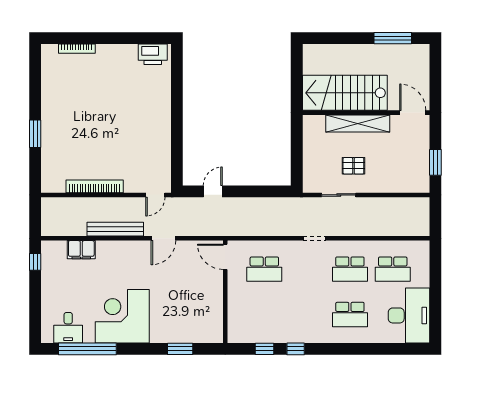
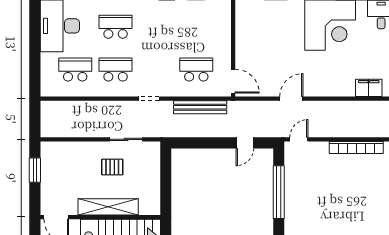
window: (177, 139) -> (279, 192), added
bench: (115, 229) -> (200, 107), moved

